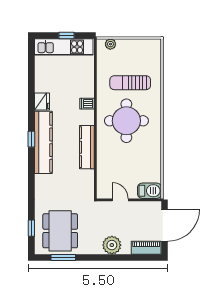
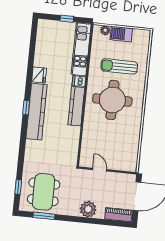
kitchen unit: (64, 47) -> (81, 49), moved, turned 90
kitchen counter: (87, 147) -> (76, 106), moved
barbecue: (149, 191) -> (121, 34), moved, turned 180

